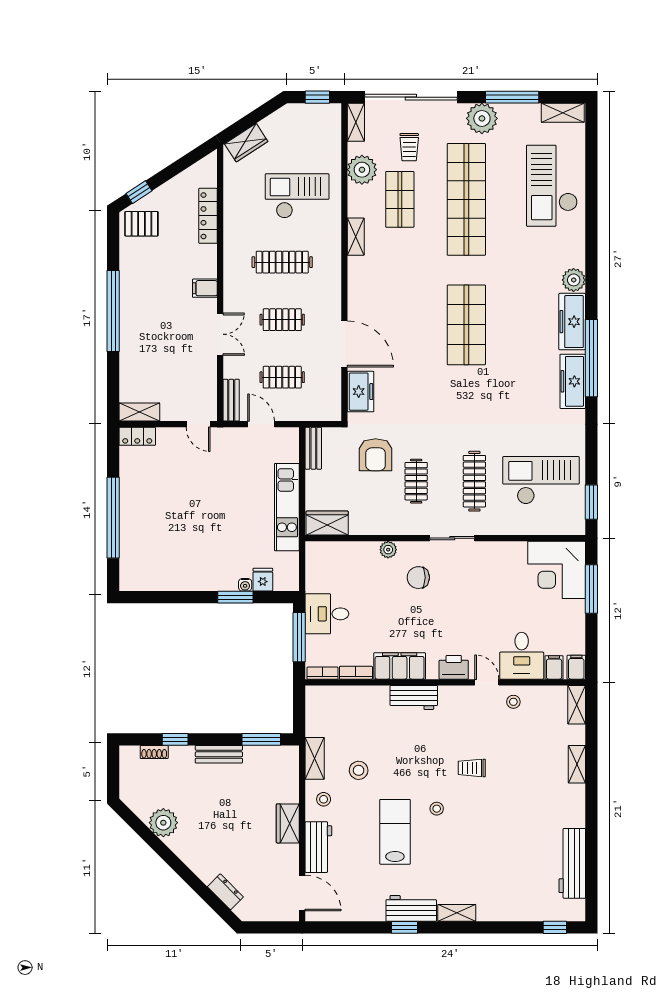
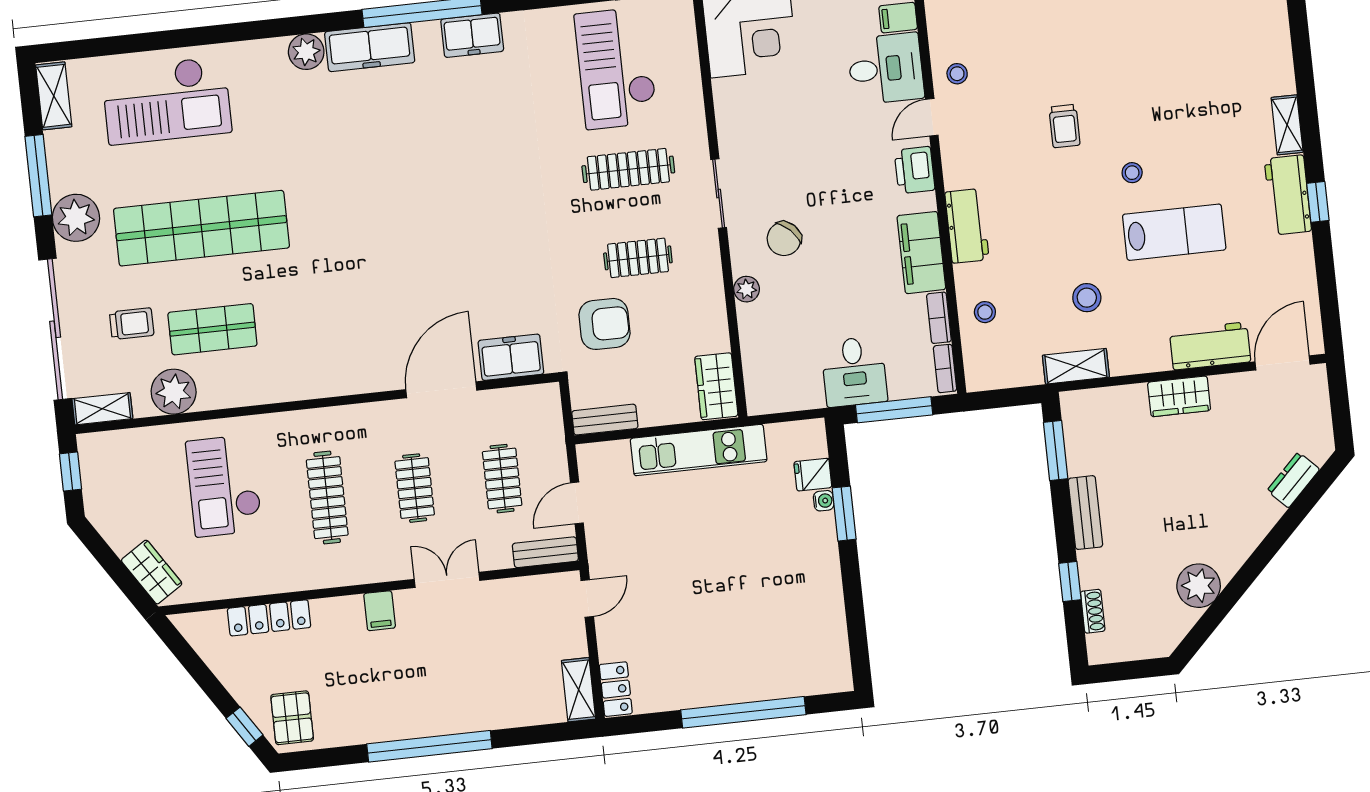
shelving: (356, 237) -> (276, 390), removed
shop shelf: (466, 325) -> (392, 207), removed
freezer: (573, 381) -> (472, 35), width x0.71
chair: (418, 578) -> (784, 239), turned 44
stool: (324, 799) -> (985, 312), moved
lab bench: (395, 832) -> (1174, 232), turned 180

